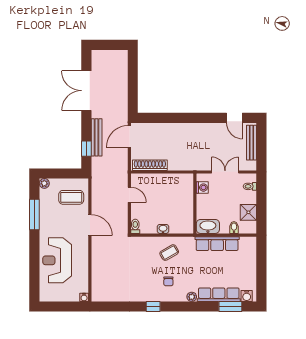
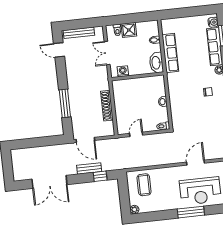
window: (173, 118) -> (65, 103), added
door: (234, 118) -> (59, 50), swing flipped
bench: (97, 137) -> (89, 168), width x0.73
shoe rack: (150, 165) -> (107, 106), moved
shower: (248, 212) -> (129, 30), moved
window: (34, 215) -> (191, 212), moved
door: (90, 225) -> (196, 163), moved
coffee table: (169, 253) -> (183, 94), removed

